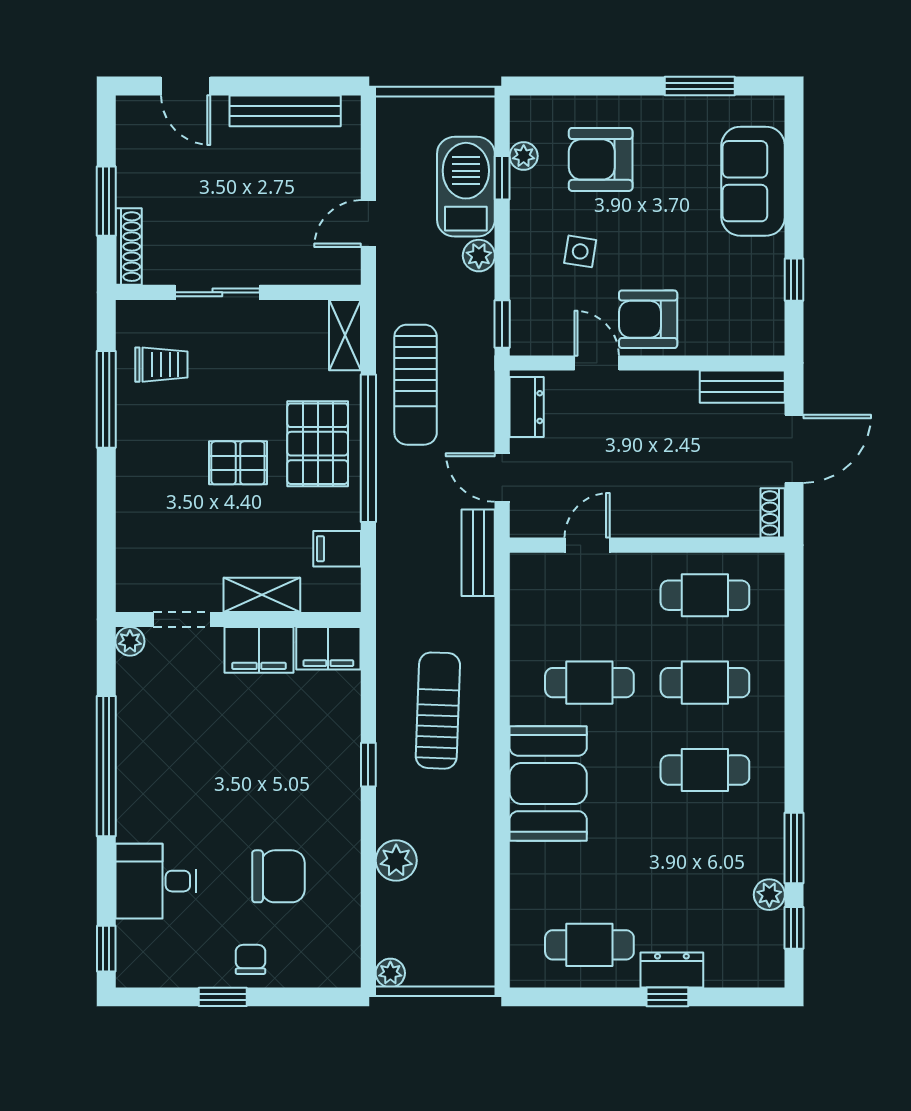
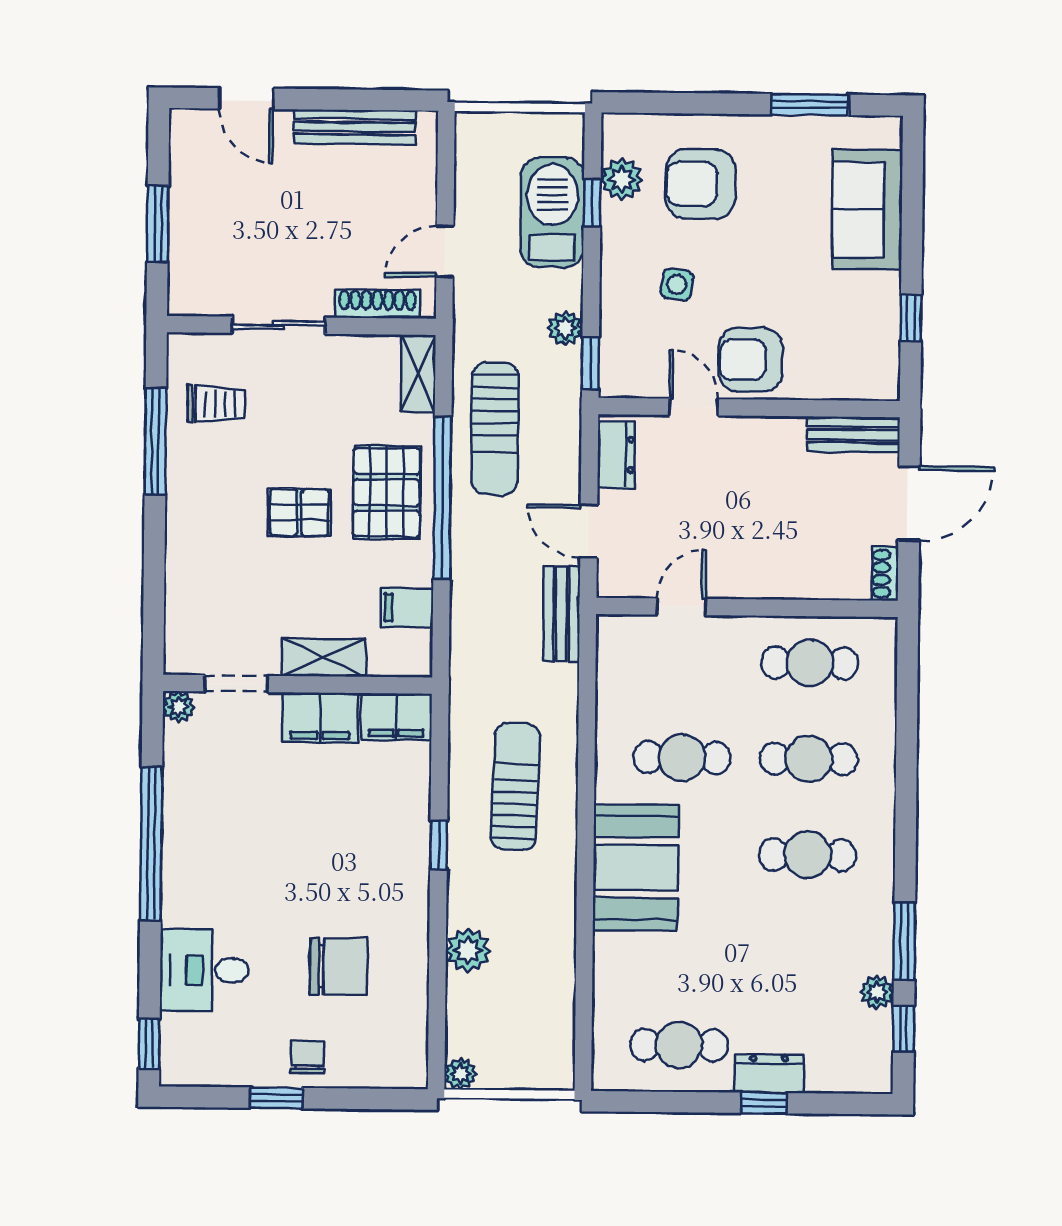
plant: (524, 156) -> (622, 179), width x1.38, depth x1.38
shoe rack: (129, 247) -> (377, 304), moved, turned -90
plant: (479, 256) -> (565, 328), moved

